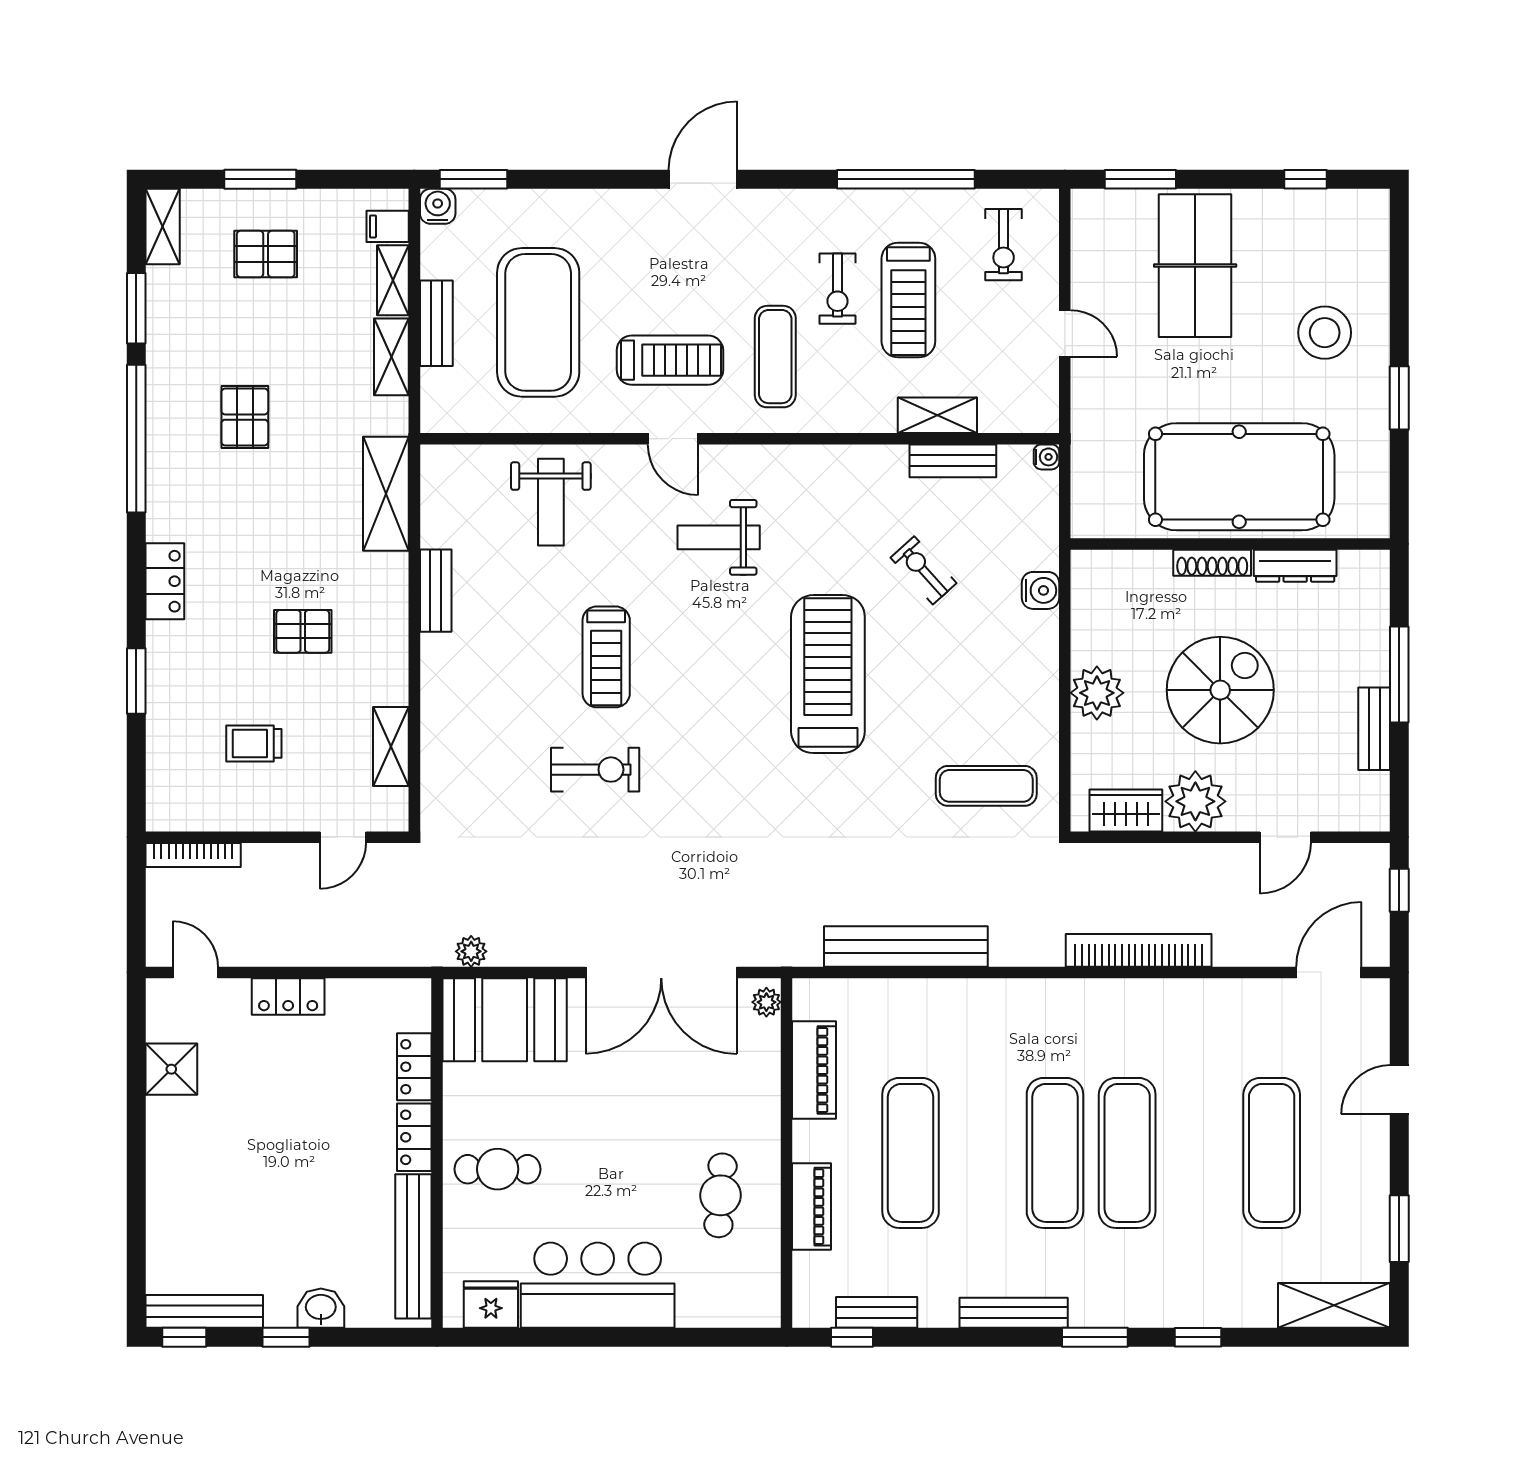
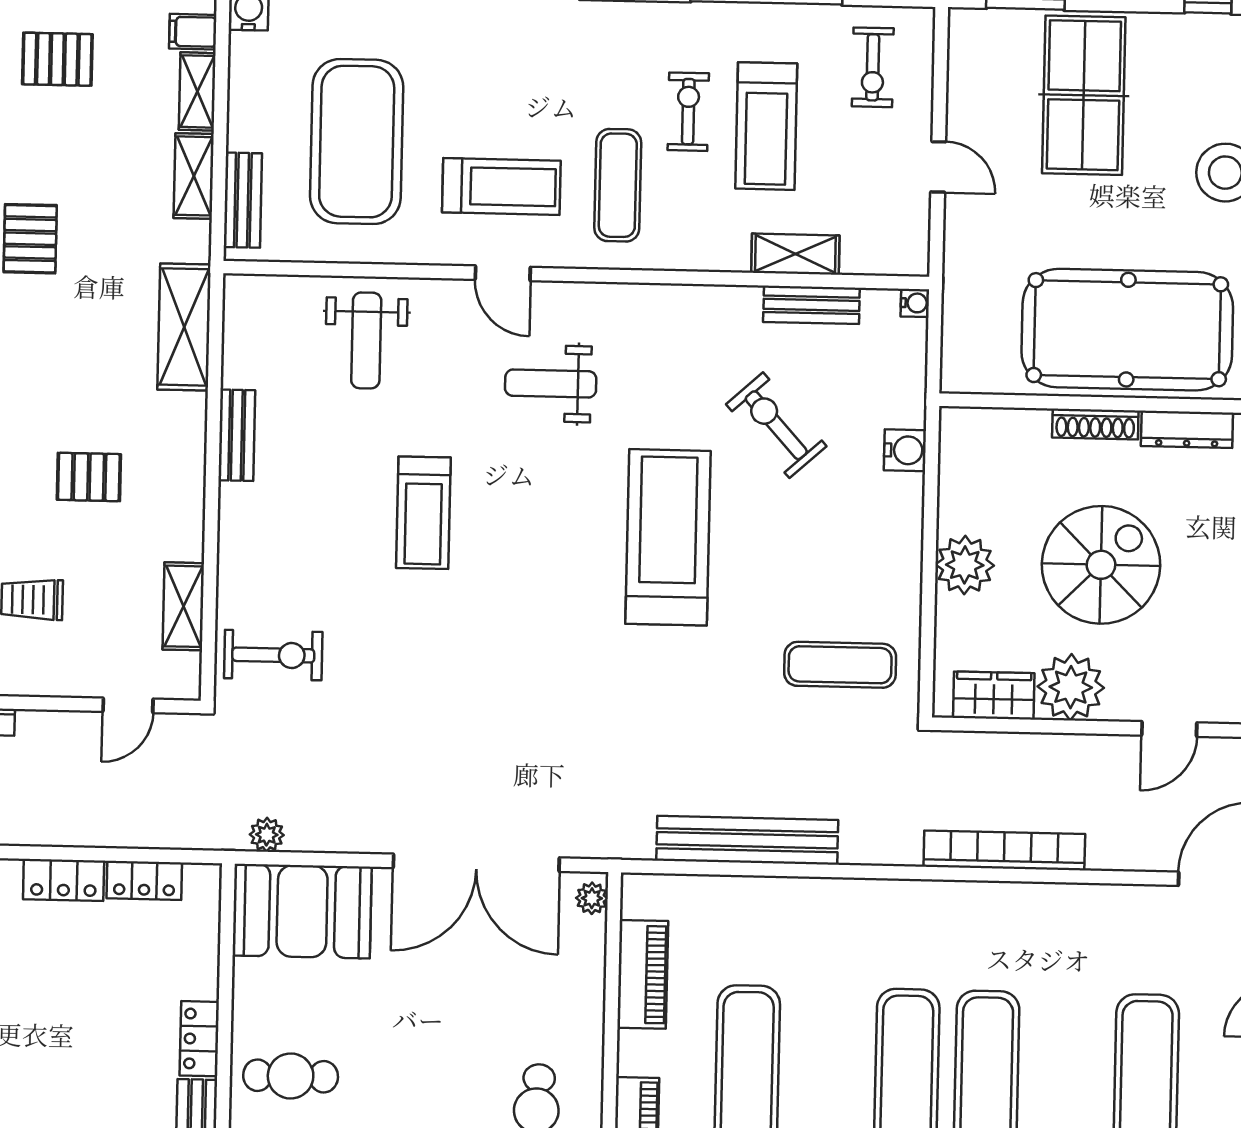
exercise bike: (837, 289) -> (688, 112), turned 180
bench: (436, 323) -> (243, 200), moved
exercise bike: (924, 570) -> (776, 425), width x1.38, depth x1.39
exercise bike: (595, 770) -> (273, 655), moved
locker: (414, 1067) -> (144, 880), moved, turned -90

